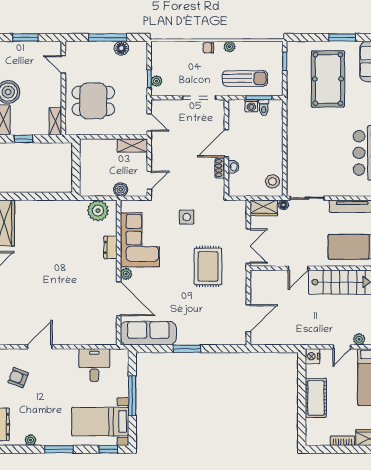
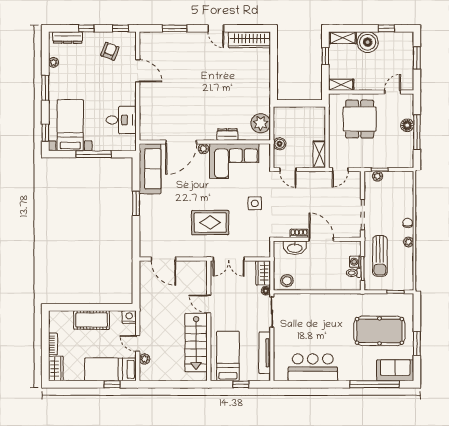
floor lamp: (121, 48) -> (407, 125), moved
washbasin: (233, 167) -> (295, 248), width x1.91, depth x1.45

